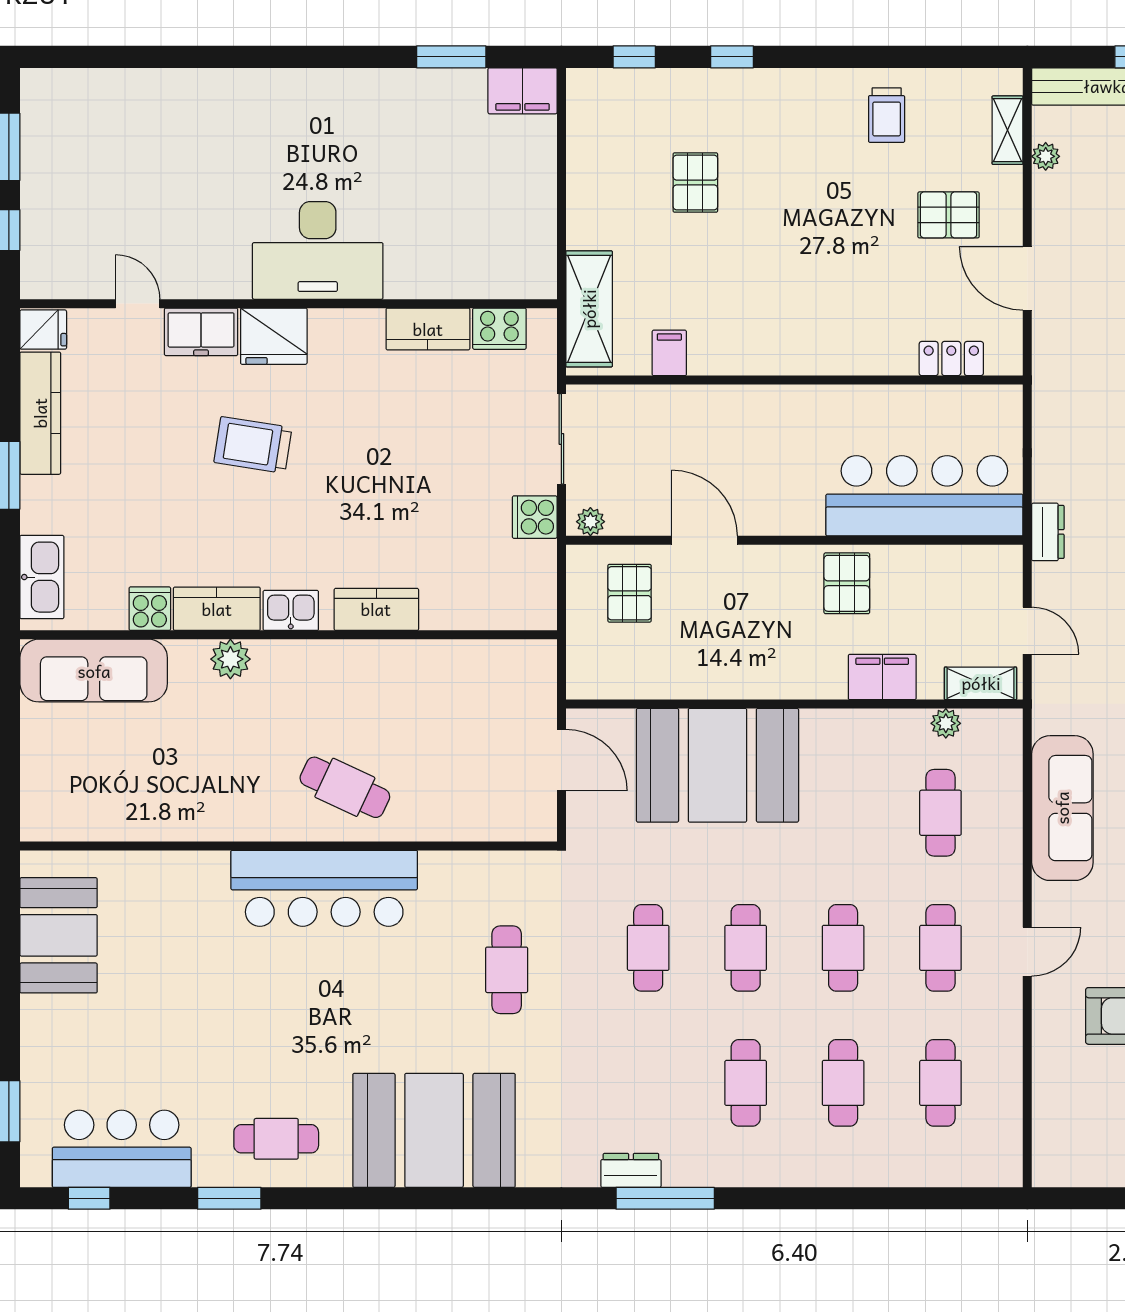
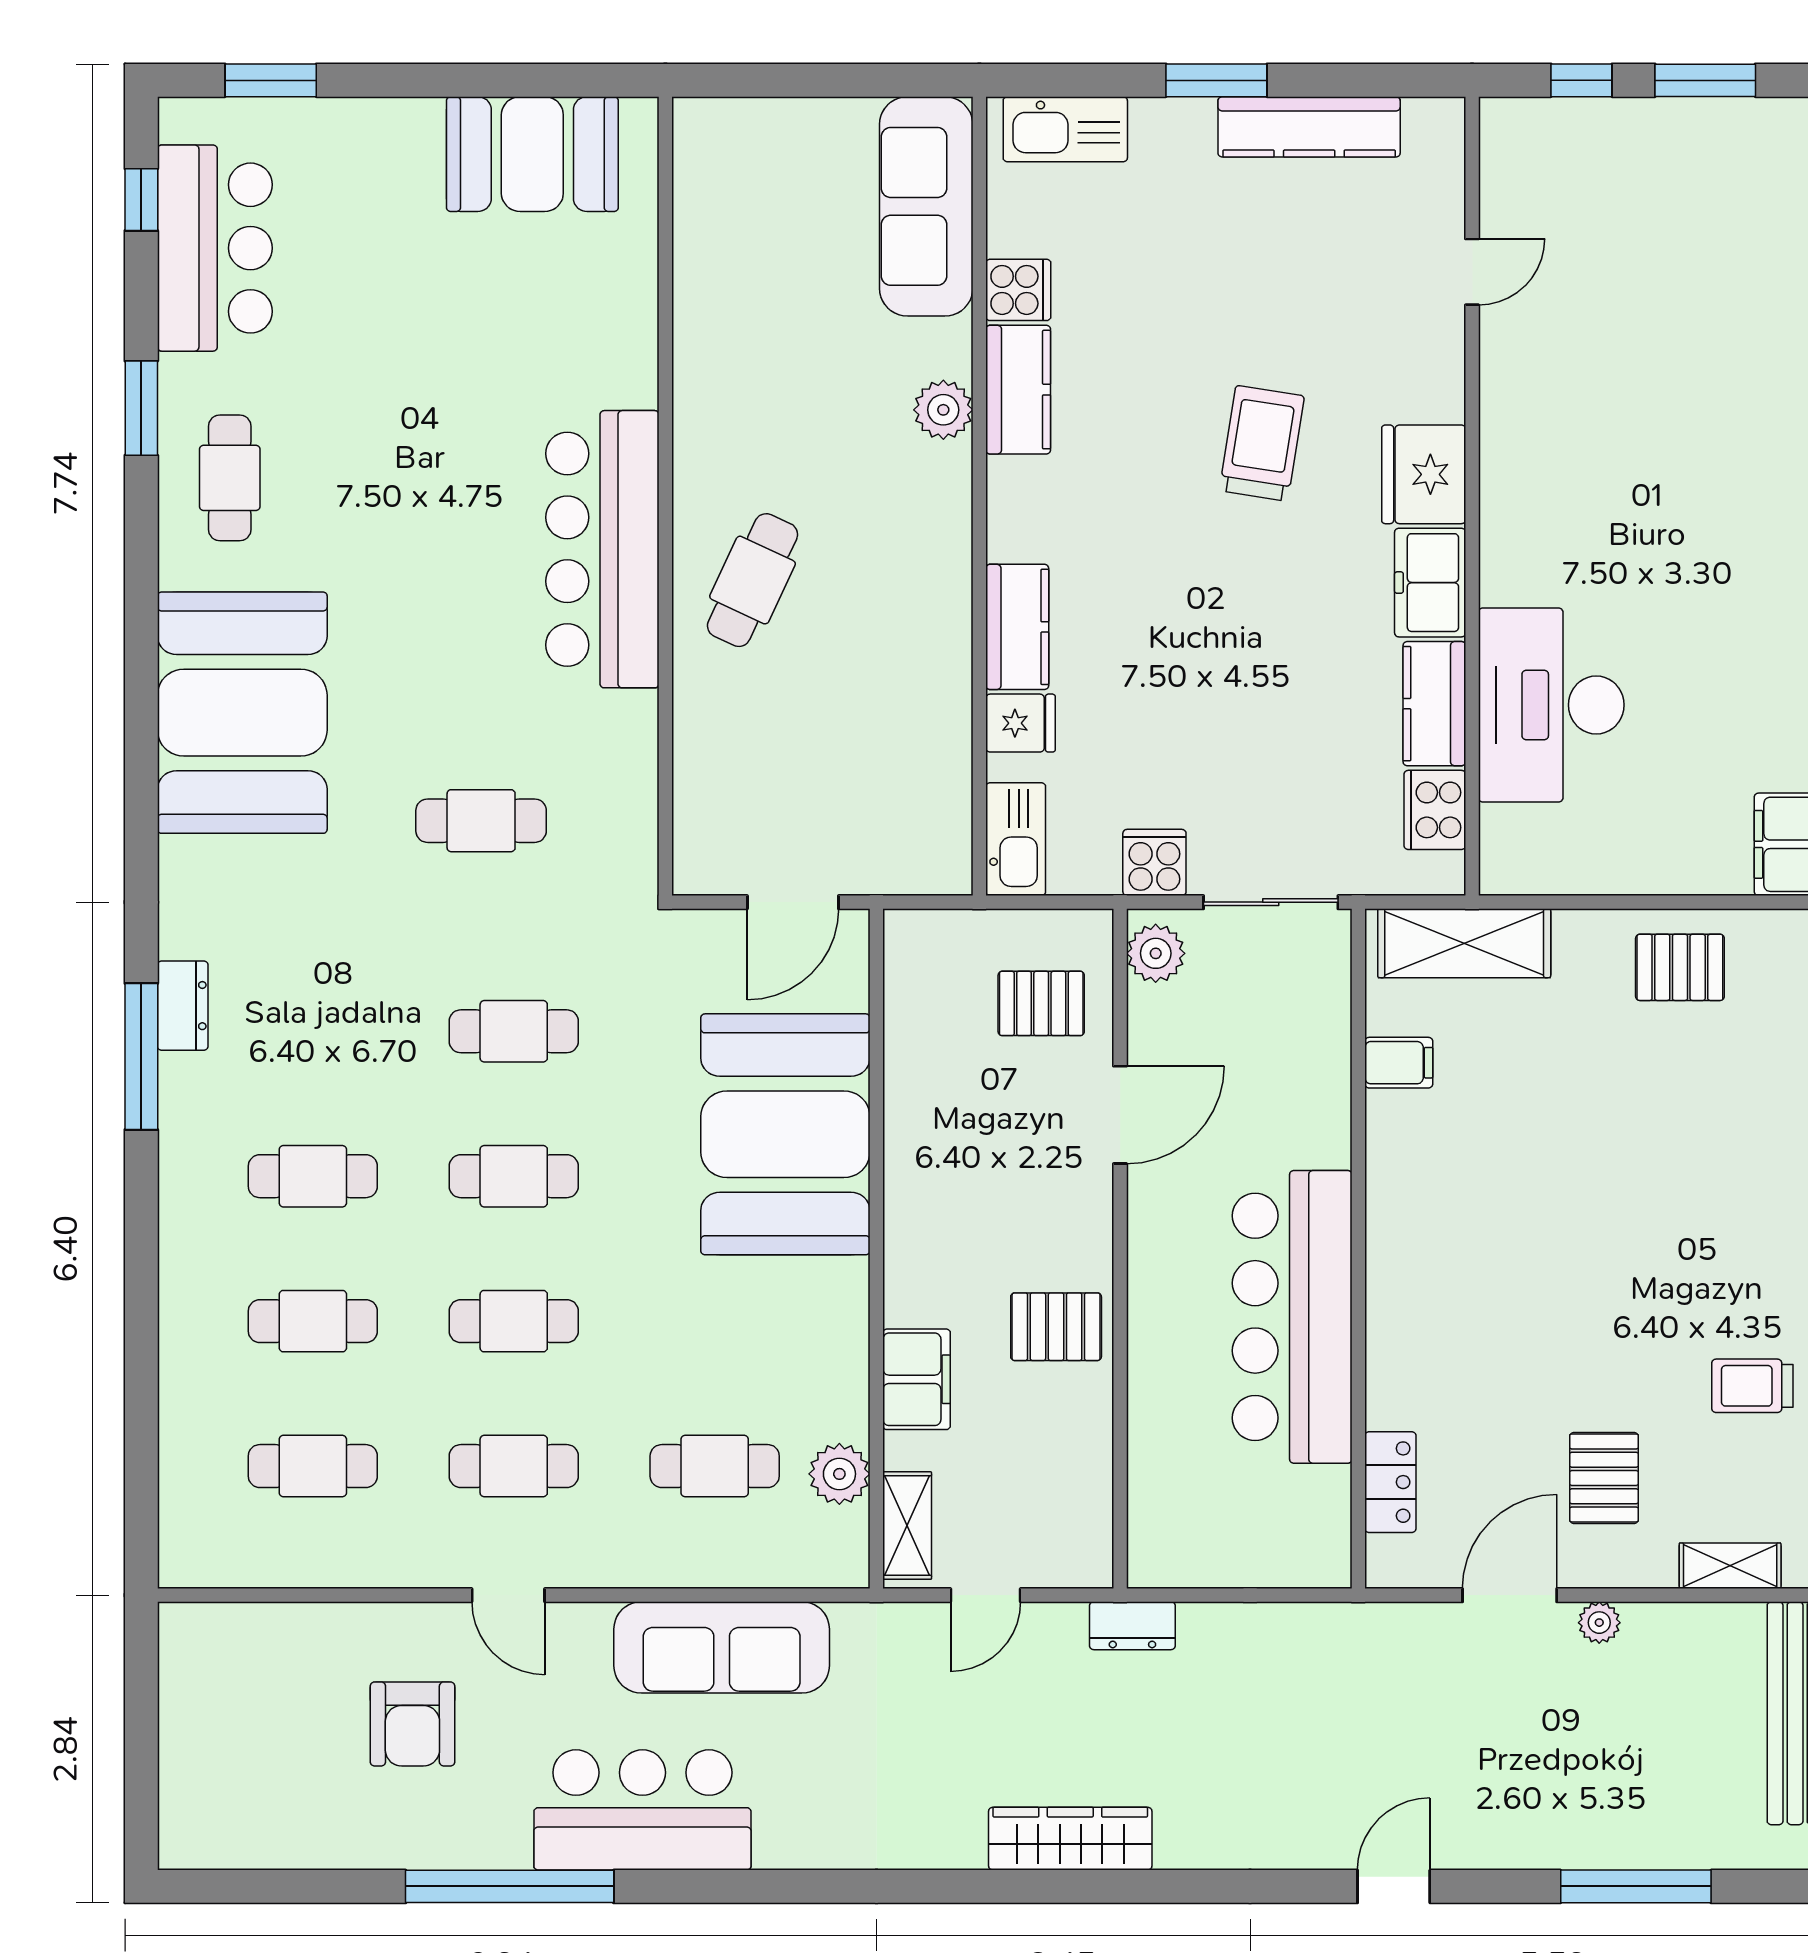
plant: (1046, 156) -> (1599, 1623), moved
pallet: (695, 183) -> (1680, 967), moved
desk: (318, 250) -> (1551, 705), moved
fridge: (43, 330) -> (1021, 723), moved, turned -90
freezer: (201, 332) -> (1430, 583), moved
bar counter: (924, 496) -> (1292, 1317), moved, turned 180
plant: (590, 522) -> (1156, 953), width x1.38, depth x1.38
kitchen sink: (291, 610) -> (1016, 839), moved, width x1.38
plant: (946, 723) -> (839, 1474), width x1.38, depth x1.38

